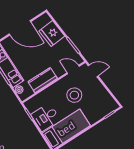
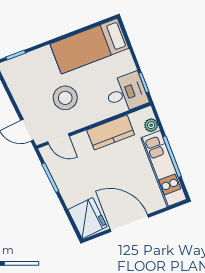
fridge: (52, 33) -> (87, 218), moved
desk: (46, 117) -> (126, 93), moved

